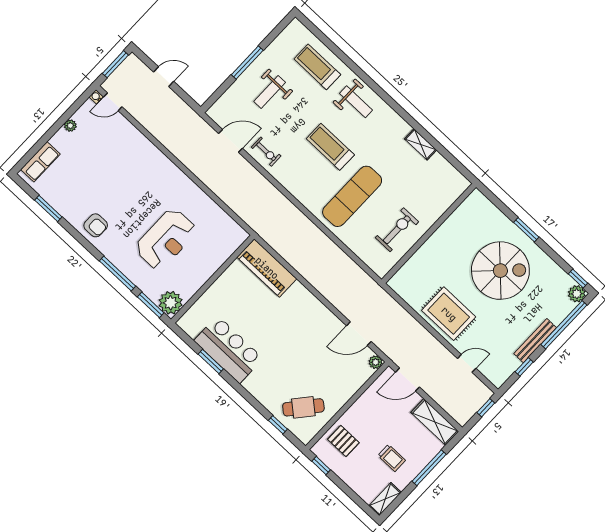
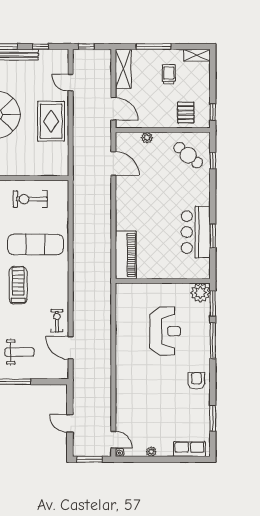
treadmill: (330, 147) -> (18, 285), turned 180
reception desk: (166, 239) -> (165, 331), turned 90
plant: (376, 362) -> (147, 138), moved

